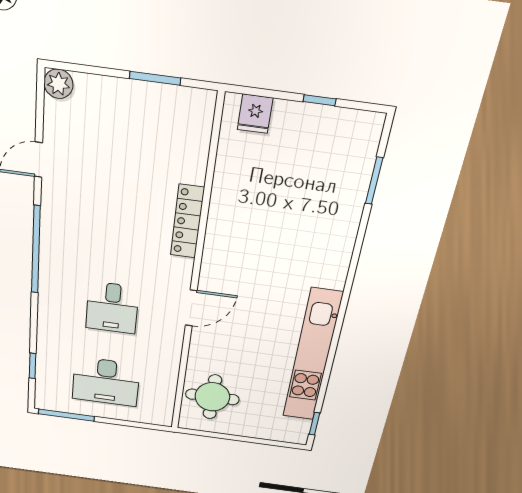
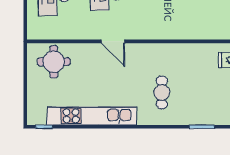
locker: (187, 222) -> (165, 33), removed
cafe table: (295, 242) -> (162, 93), added

